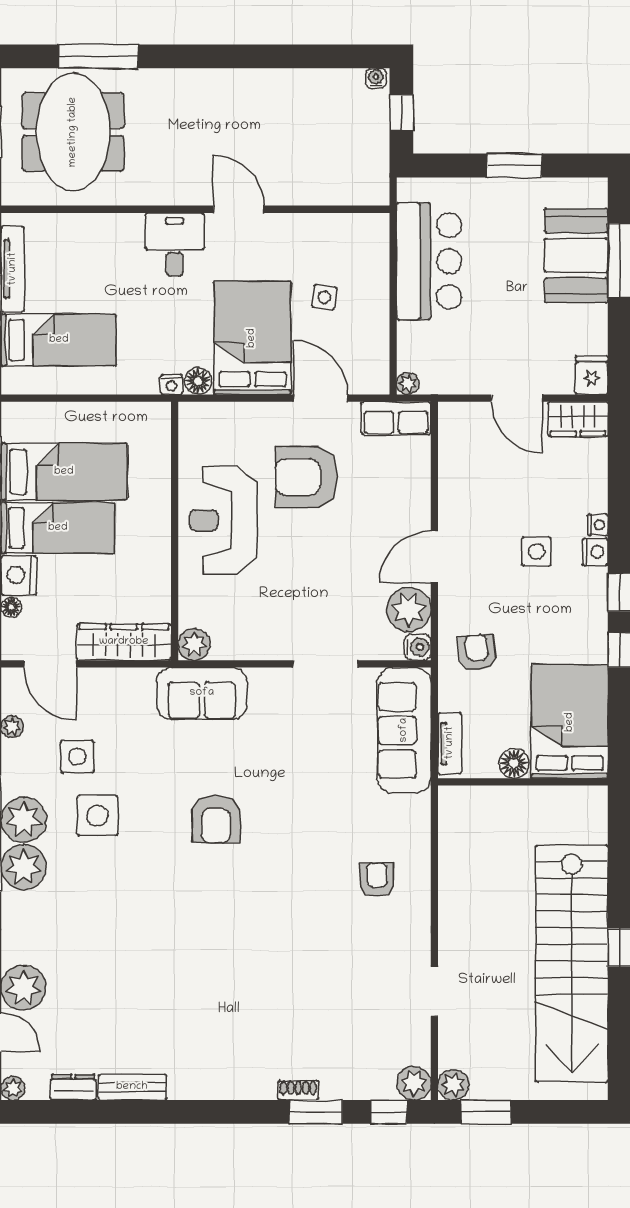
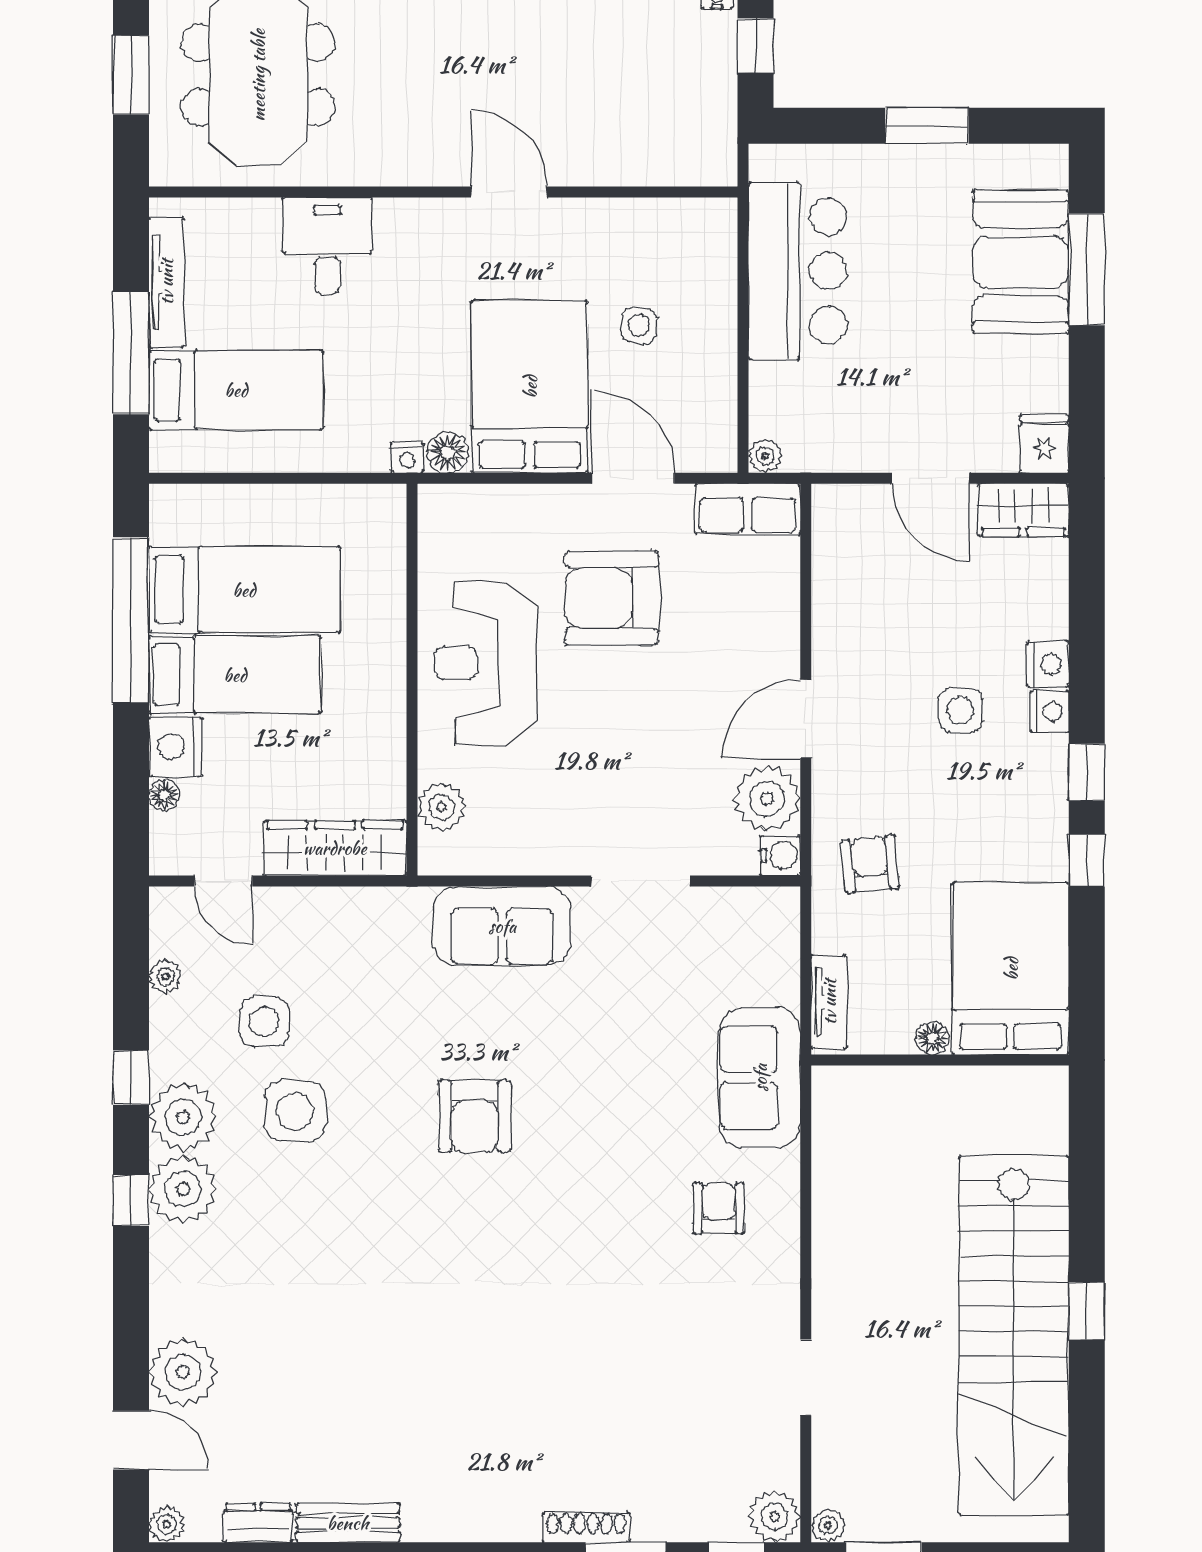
desk: (175, 245) -> (327, 246), moved
nightstand: (598, 525) -> (1048, 664), width x1.39, depth x1.35
plant: (194, 644) -> (441, 807), moved
door: (50, 664) -> (223, 881), width x0.73
sofa: (202, 693) -> (502, 926), moved
sofa: (404, 730) -> (760, 1078), moved, width x0.73
floor lamp: (514, 763) -> (932, 1038), width x0.73, depth x0.73
plant: (453, 1085) -> (828, 1525), width x0.73, depth x0.73
shoe rack: (298, 1090) -> (586, 1527), width x1.43

